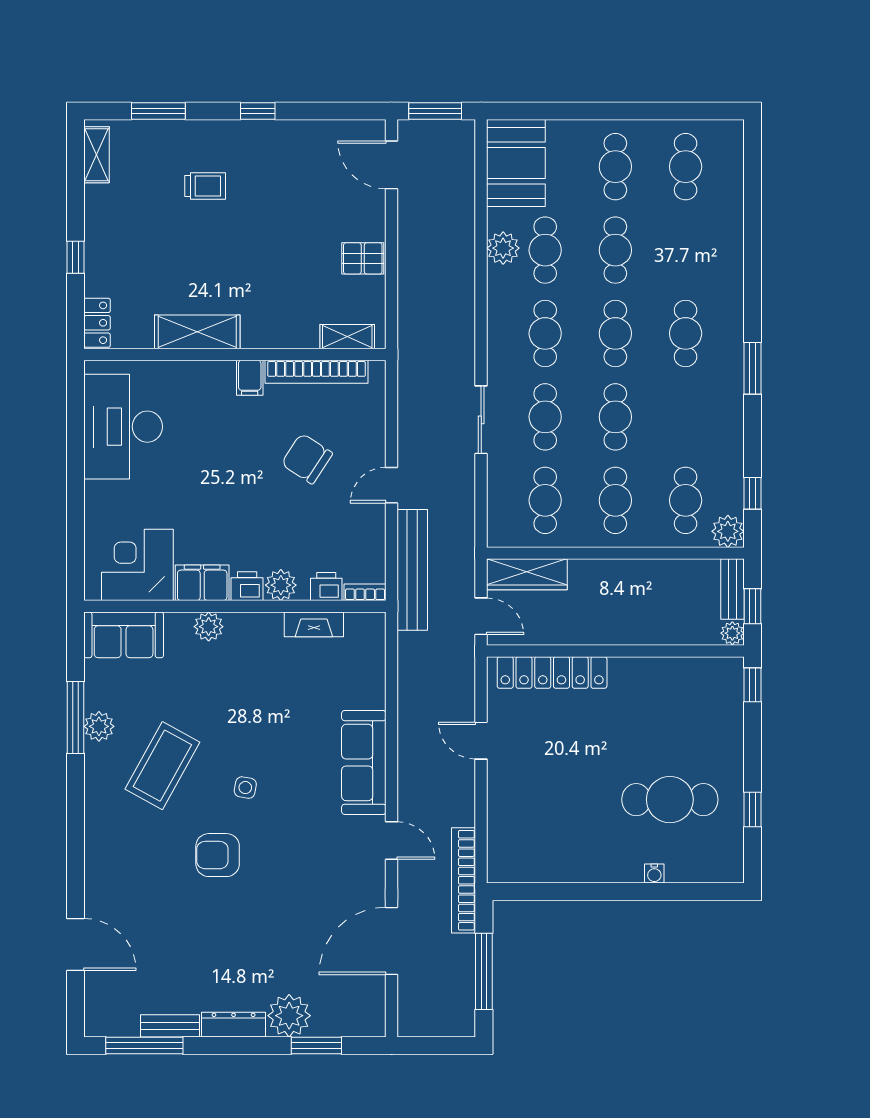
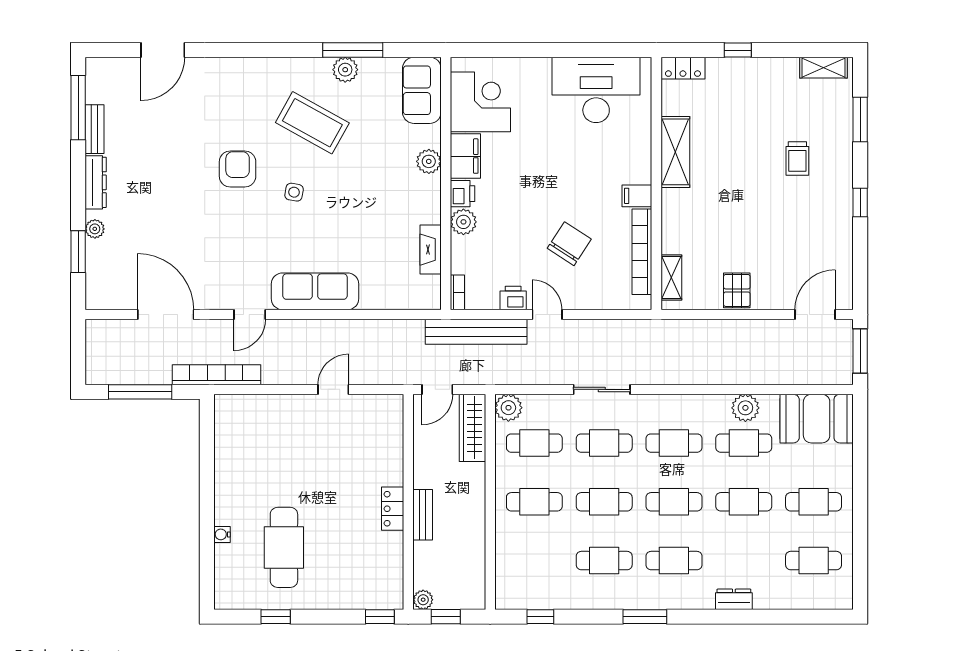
dresser: (732, 262) -> (734, 599), added
cafe table: (686, 500) -> (604, 561), moved
plant: (728, 531) -> (508, 408), moved
printer: (326, 587) -> (513, 298), moved, turned -90
bench: (732, 589) -> (423, 515), moved, turned 90
locker: (552, 673) -> (393, 509), moved, width x0.46, depth x0.83
plant: (289, 1016) -> (95, 229), width x0.53, depth x0.53

